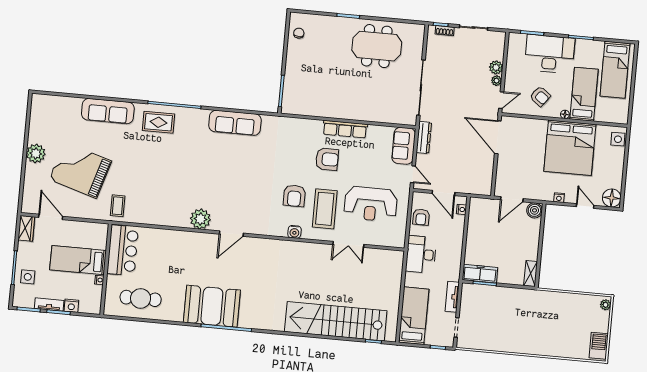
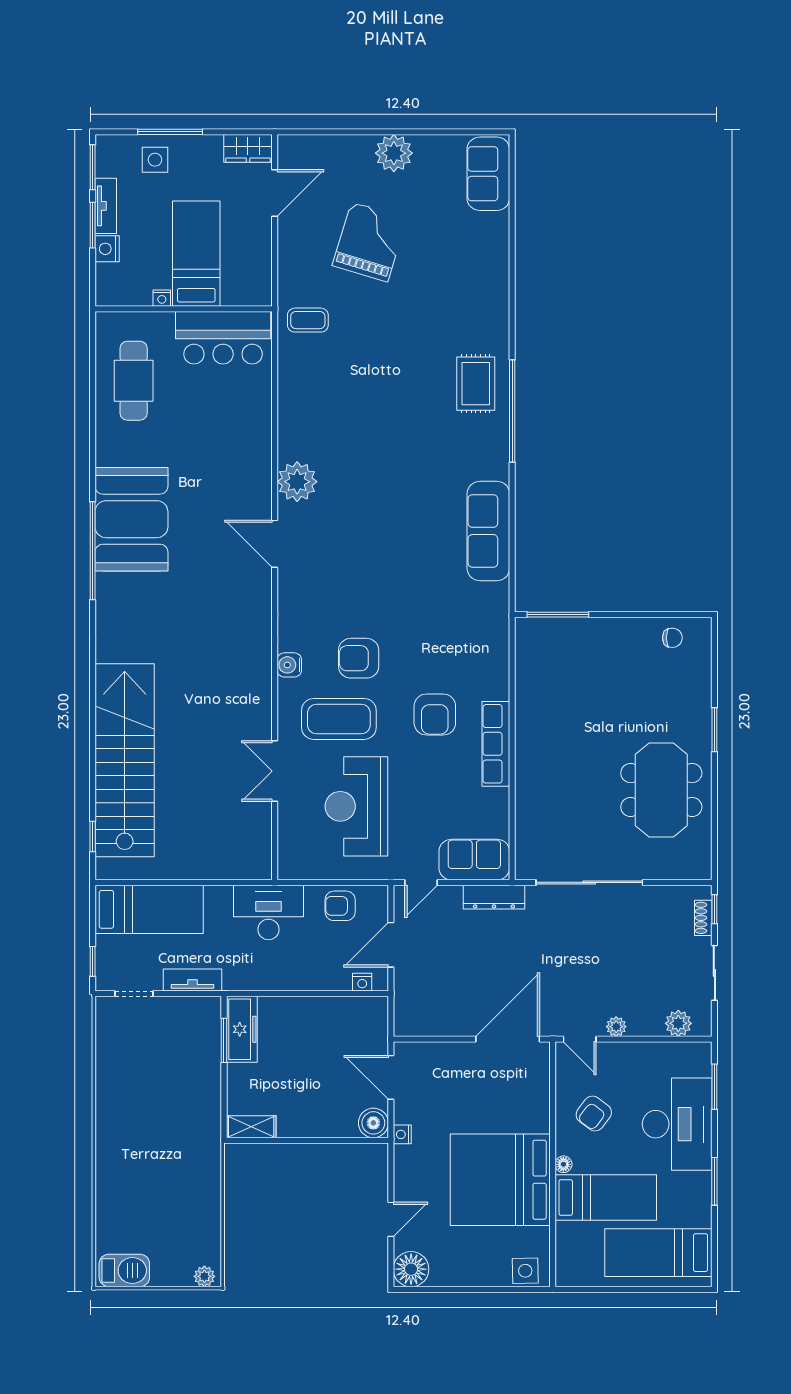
plant: (496, 67) -> (678, 1023), moved
sofa: (108, 111) -> (488, 174), moved, width x0.73
grand piano: (80, 170) -> (370, 242), width x0.73, depth x0.68
nightstand: (559, 198) -> (402, 1134), moved

